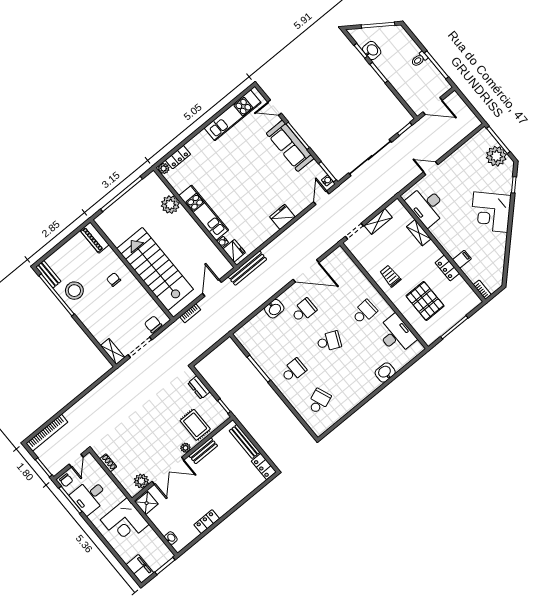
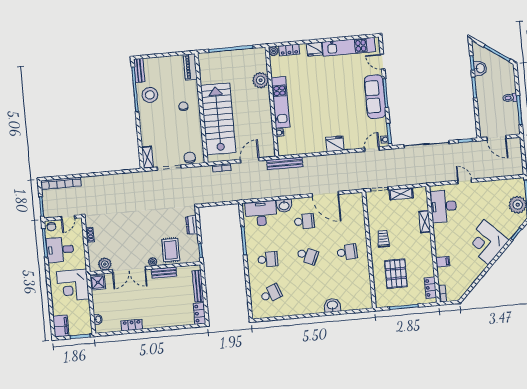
fridge: (234, 251) -> (314, 49), moved, turned 90
locker: (447, 268) -> (430, 288), moved
desk: (396, 335) -> (261, 213), moved, turned -90

